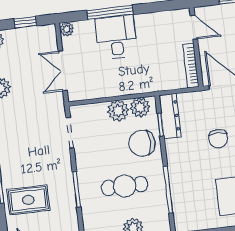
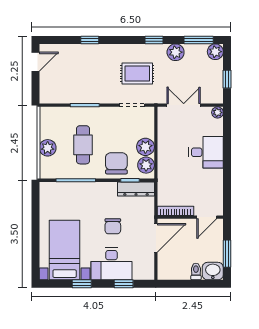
window: (110, 12) -> (227, 150), removed
chair: (218, 139) -> (113, 226), turned -90
rug: (28, 200) -> (137, 73), moved, turned 90

